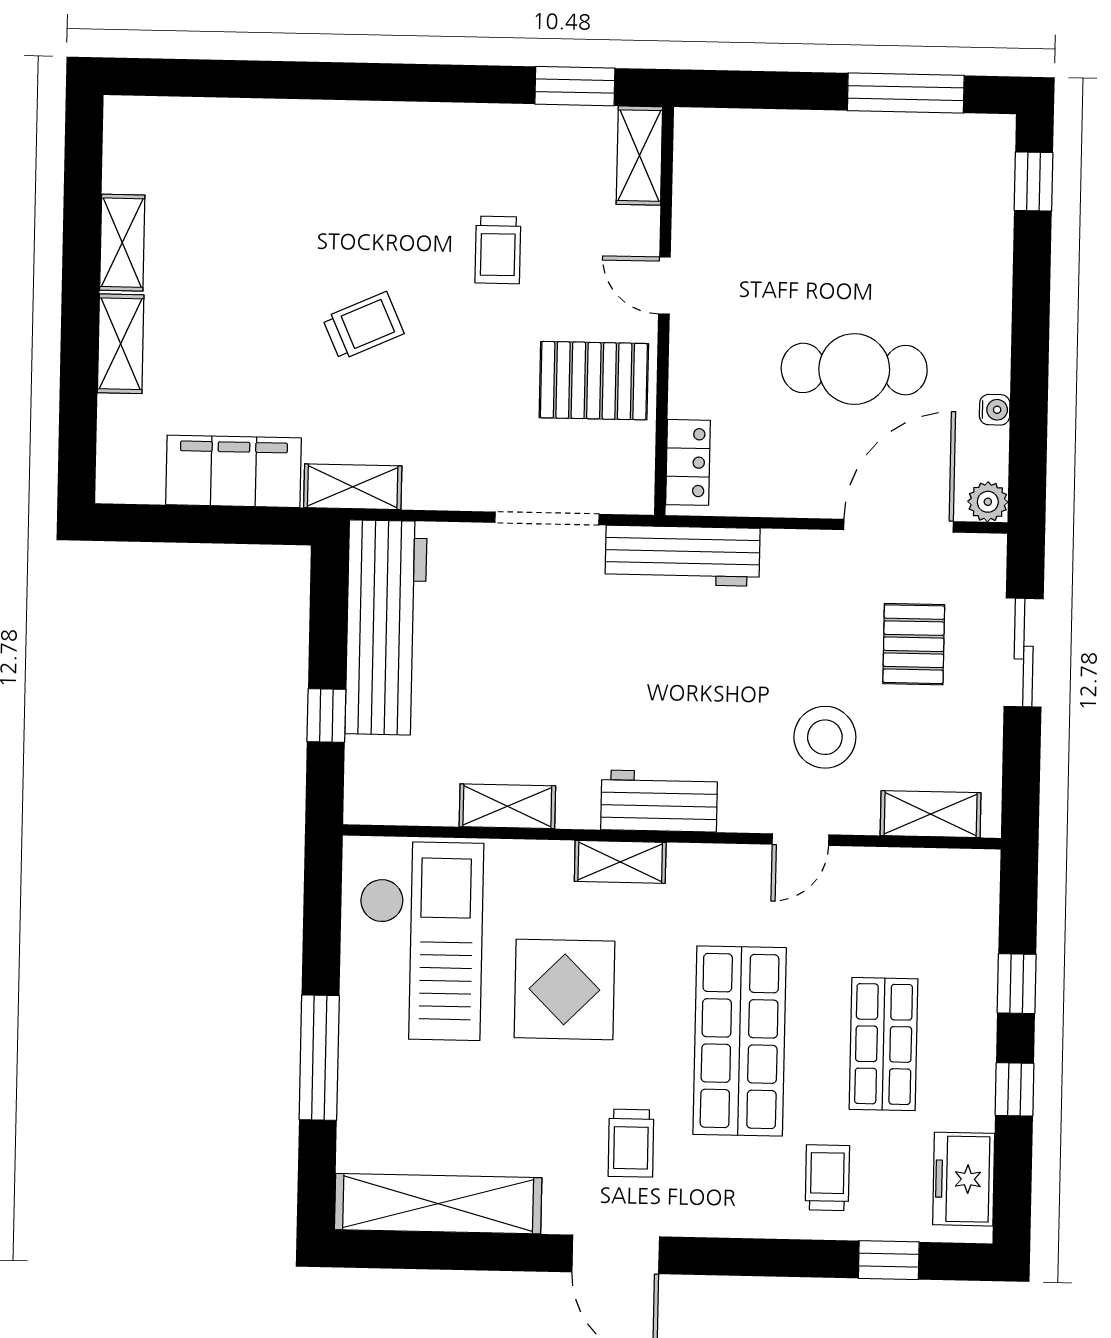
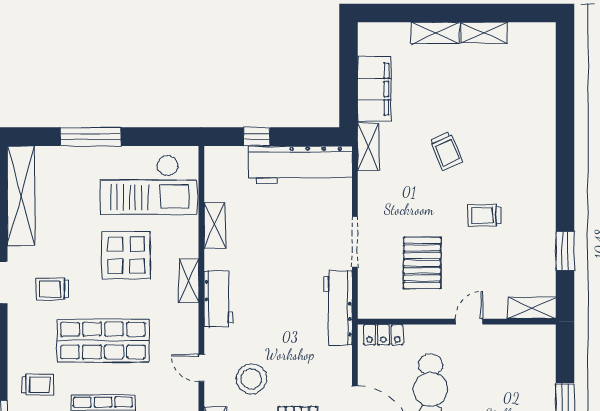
shelving: (639, 156) -> (532, 308), moved
door: (664, 286) -> (469, 322), moved
wall: (664, 311) -> (457, 322), moved
locker: (688, 462) -> (383, 335), moved

